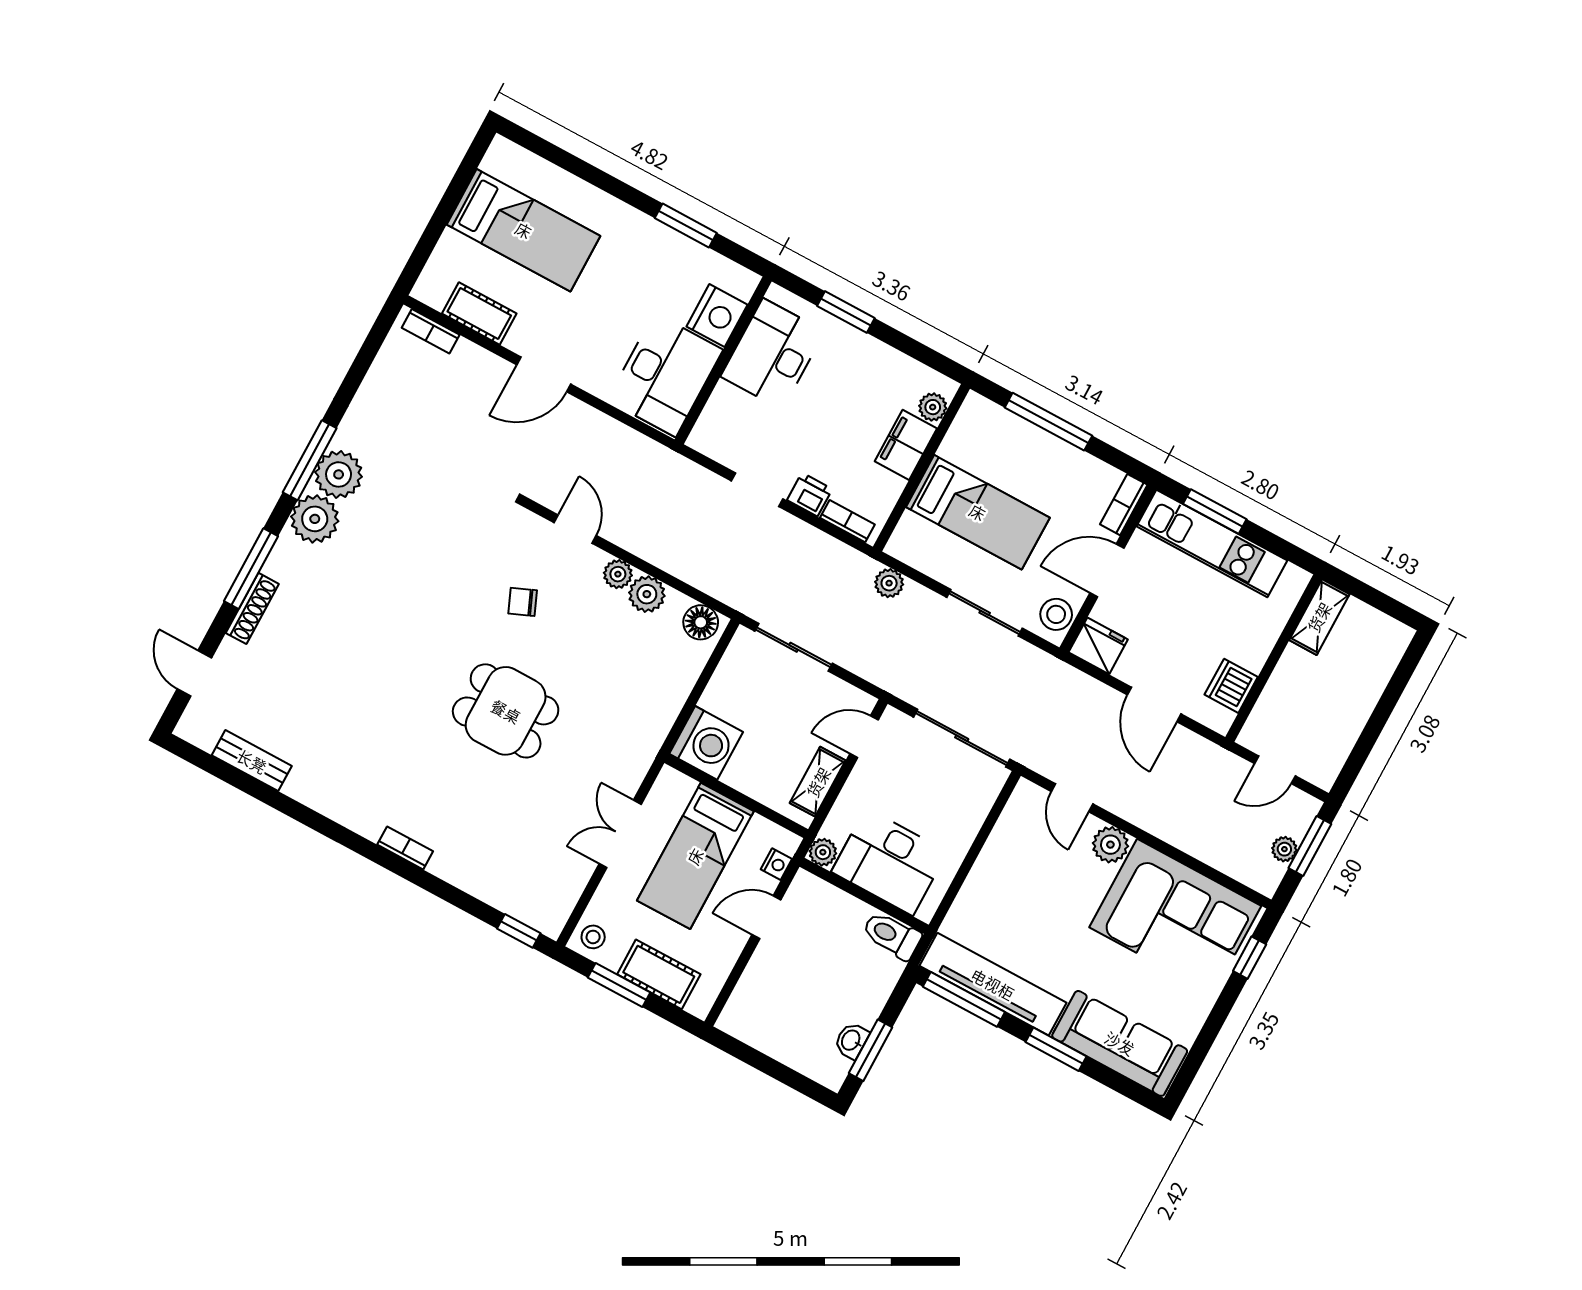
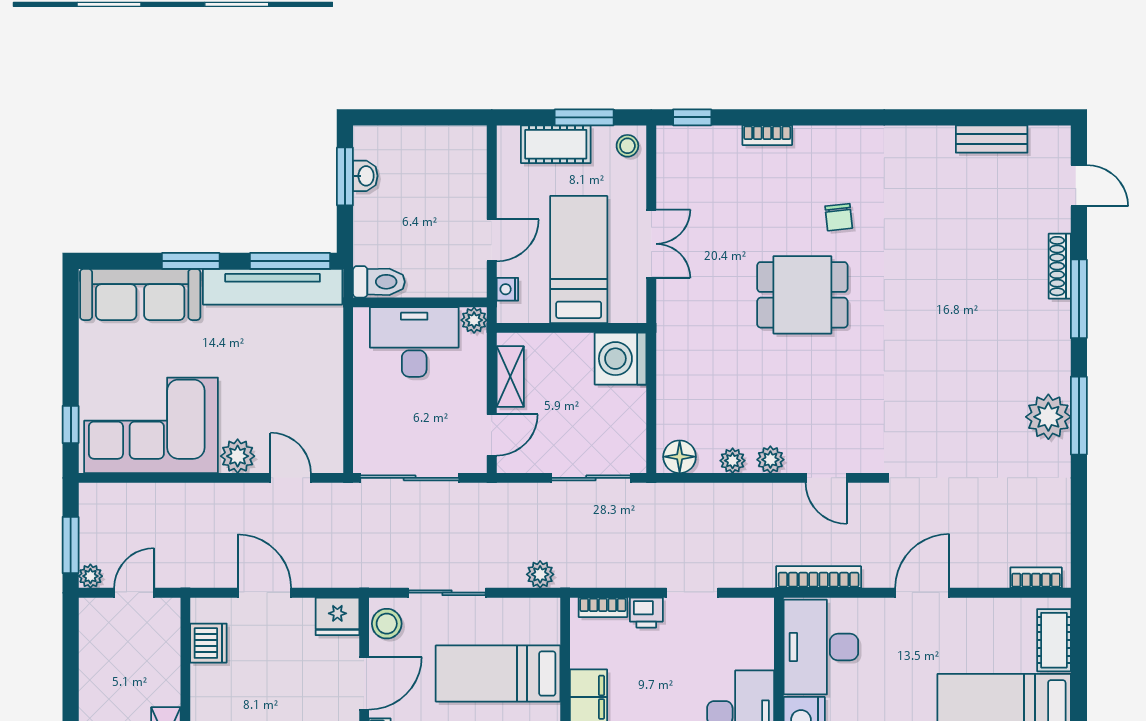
cot: (479, 314) -> (1054, 640), moved, turned 90
bookcase: (632, 441) -> (819, 577), added
plant: (315, 519) -> (1048, 369), removed
plant: (647, 594) -> (733, 461), width x0.73, depth x0.73
chair: (523, 602) -> (839, 217), moved, turned 107
bookcase: (405, 848) -> (767, 135), moved
plant: (1284, 849) -> (90, 576), moved

